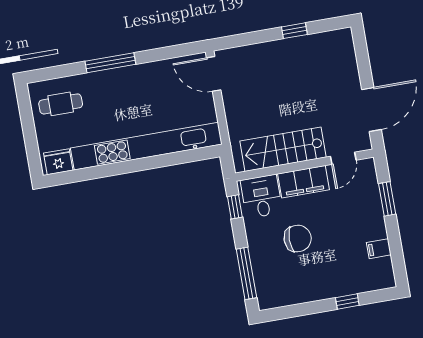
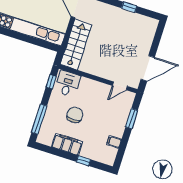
stairs: (283, 149) -> (76, 44), moved, turned 90
filing cabinet: (303, 182) -> (67, 144), moved, turned 180
chair: (298, 238) -> (75, 115), turned -90

